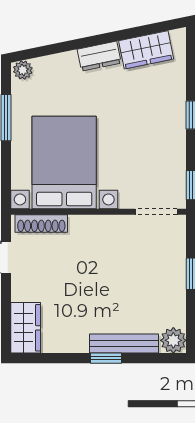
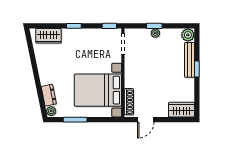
wardrobe: (146, 50) -> (48, 36), moved, turned 102
dresser: (99, 56) -> (49, 95), moved
plant: (177, 276) -> (155, 33), added

